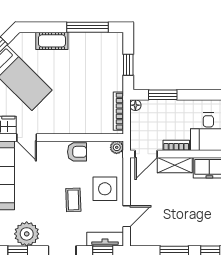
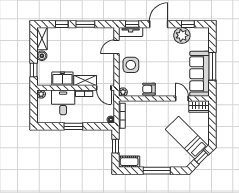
window: (88, 27) -> (157, 171), moved
cot: (52, 41) -> (129, 162), moved
window: (163, 95) -> (73, 126), moved
door: (146, 154) -> (104, 88), swing flipped
coffee table: (73, 200) -> (151, 58), removed

